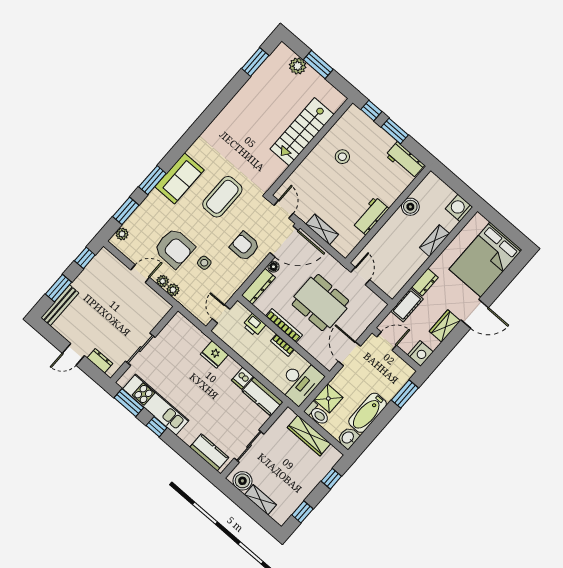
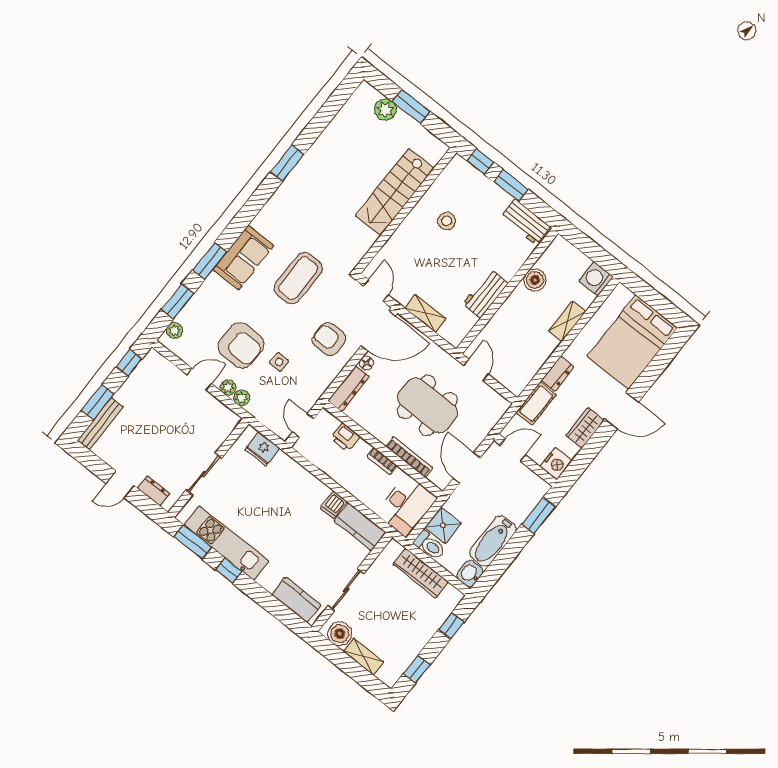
window: (255, 62) -> (287, 163), moved
bookcase: (284, 325) -> (409, 457), moved
fridge: (214, 354) -> (262, 449), moved

